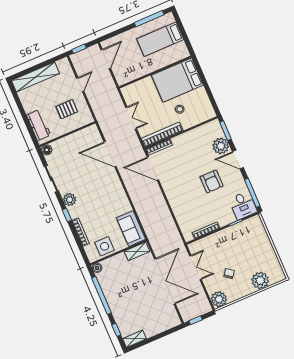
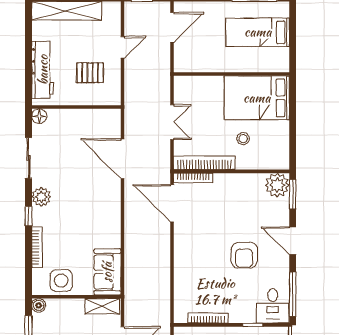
workbench: (39, 125) -> (43, 70), width x1.38
plant: (221, 146) -> (277, 185), moved

